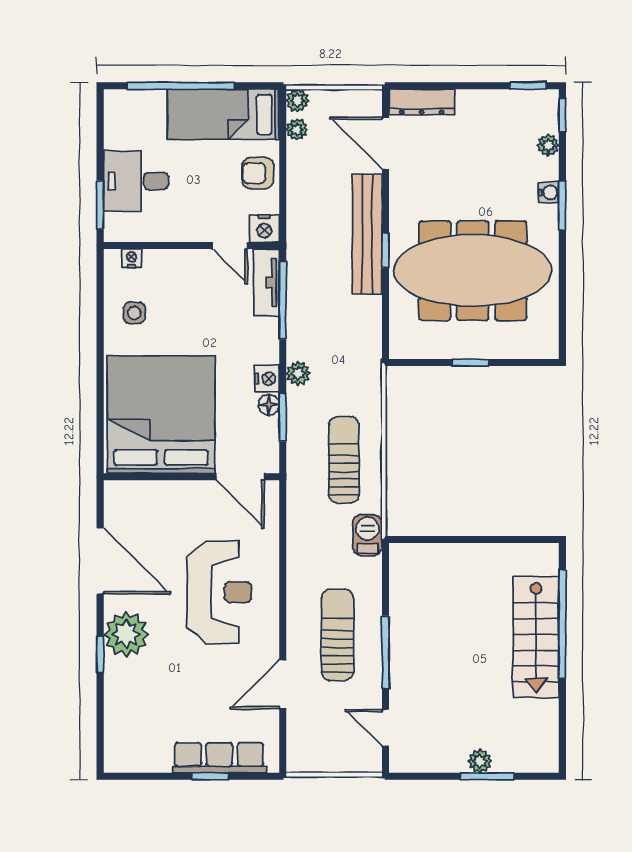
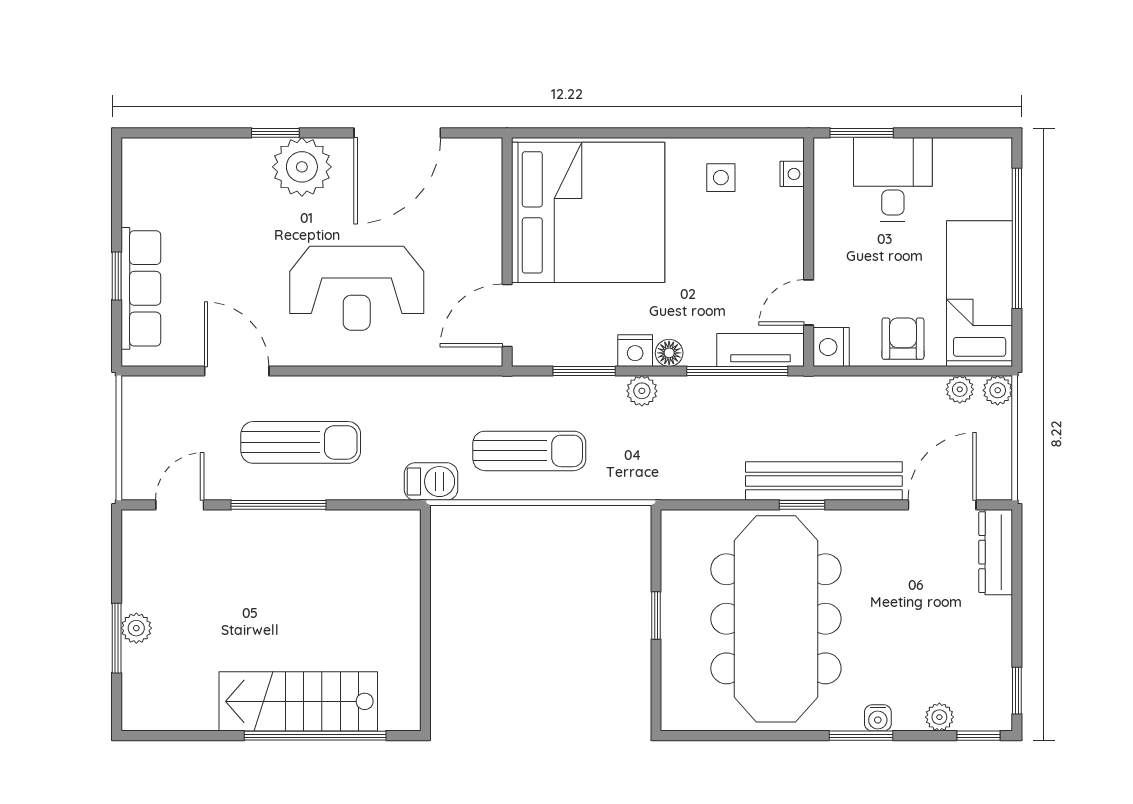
floor lamp: (269, 405) -> (669, 353), moved

